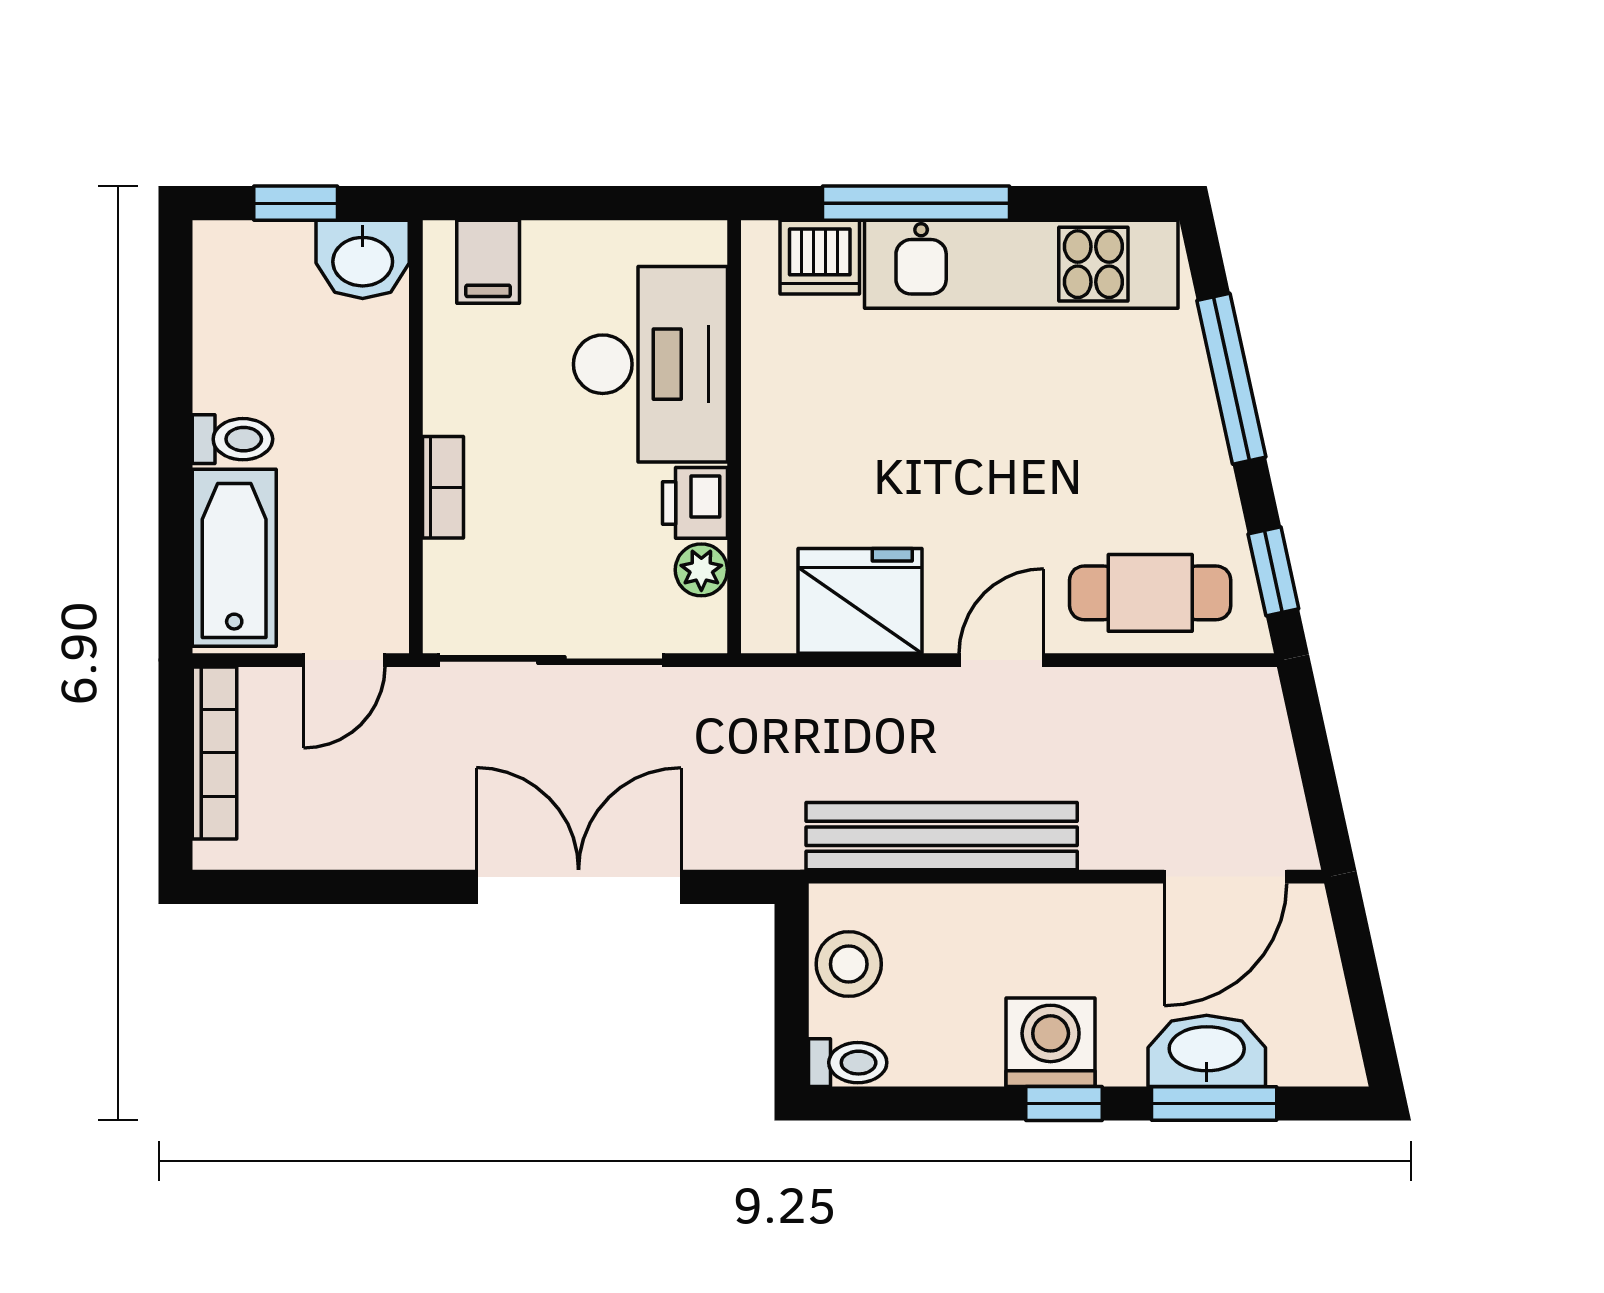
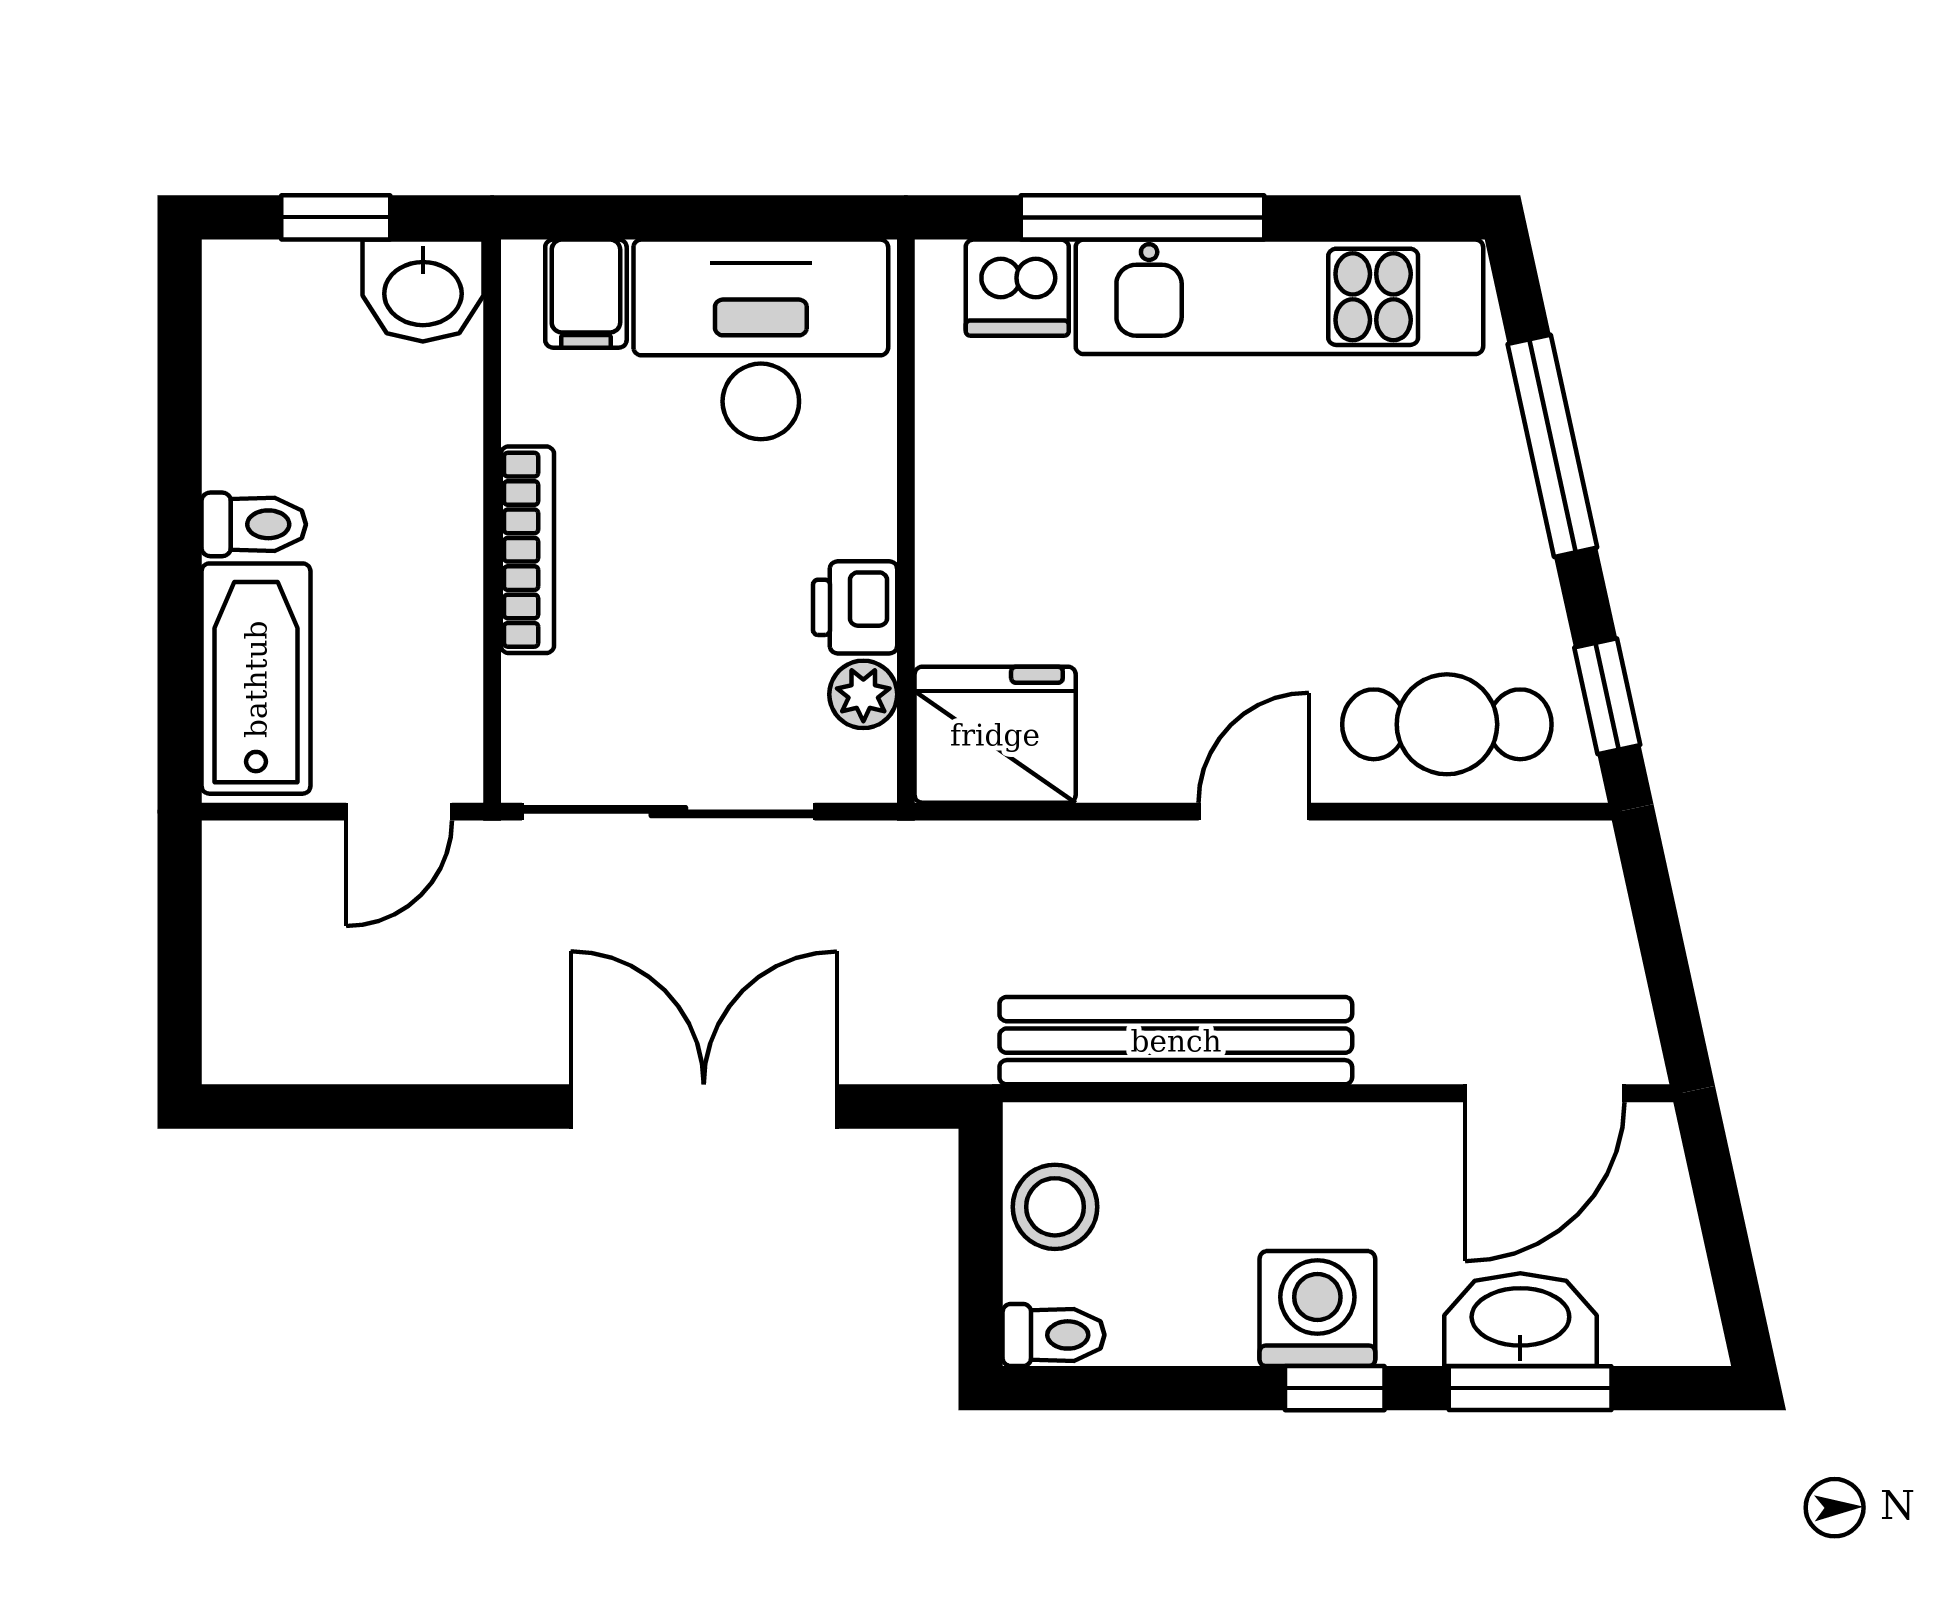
desk: (650, 364) -> (761, 339), moved, turned -90
bookcase: (443, 487) -> (527, 550), width x1.56
fridge: (860, 601) -> (995, 735), moved
bookcase: (214, 753) -> (230, 932), removed

